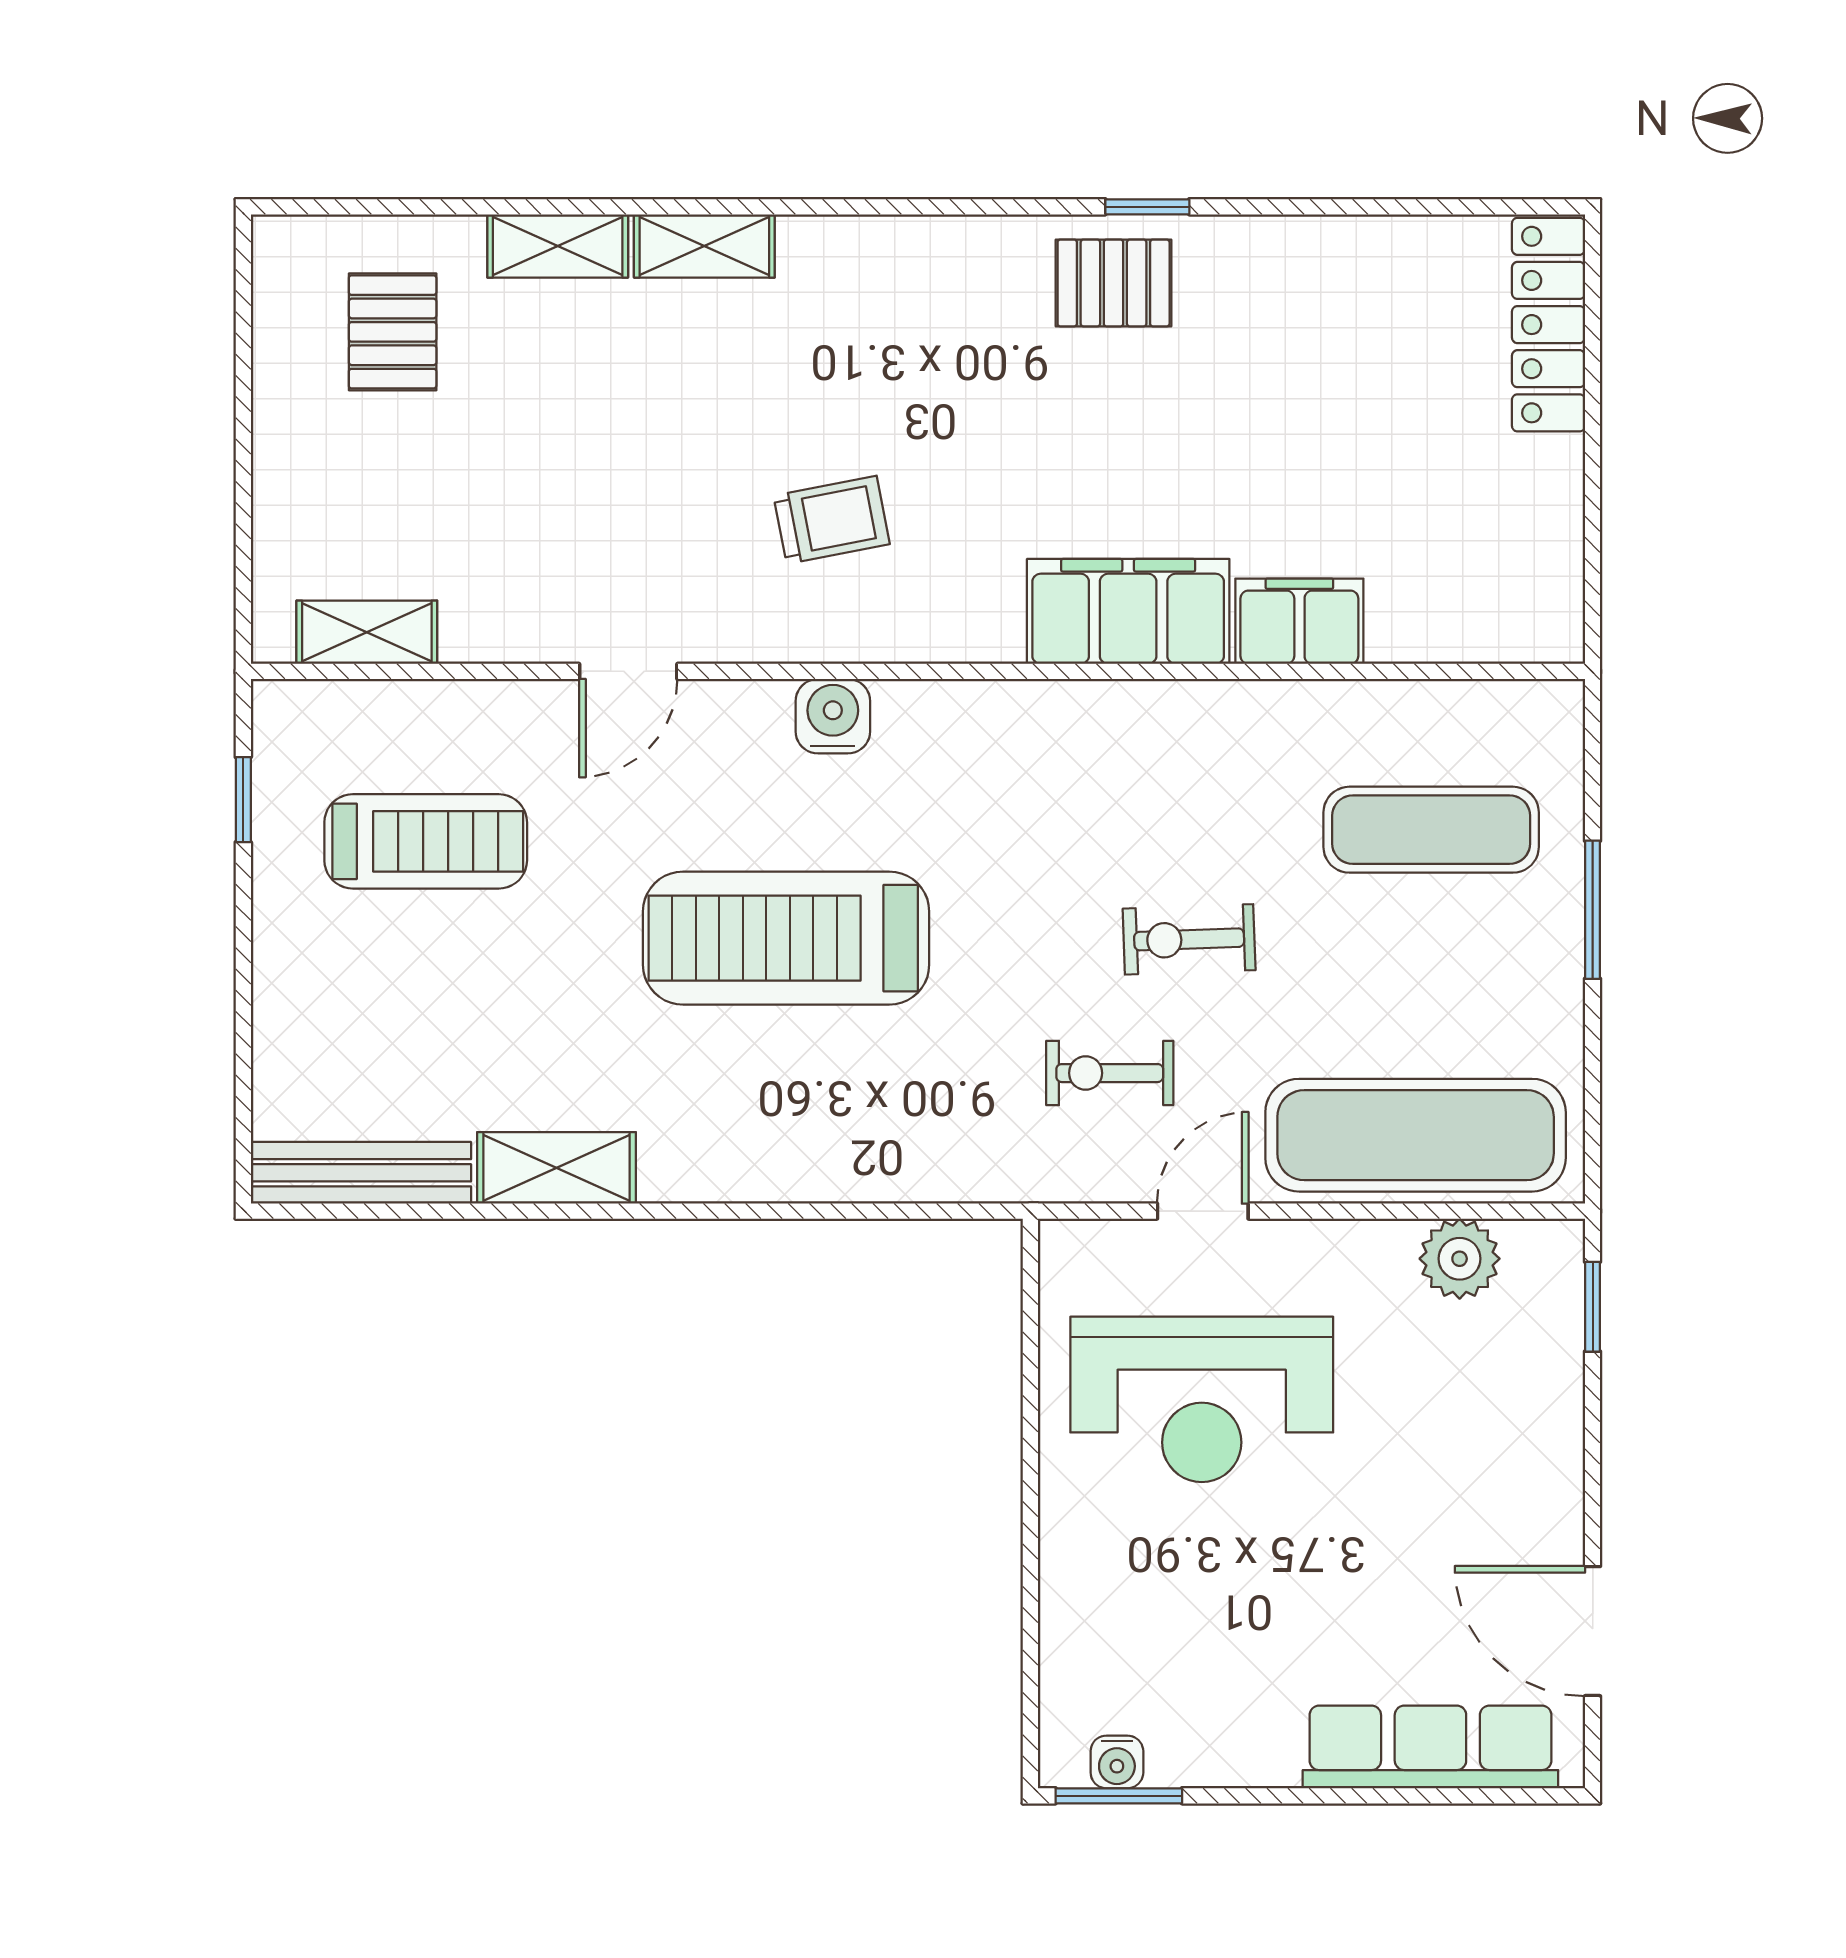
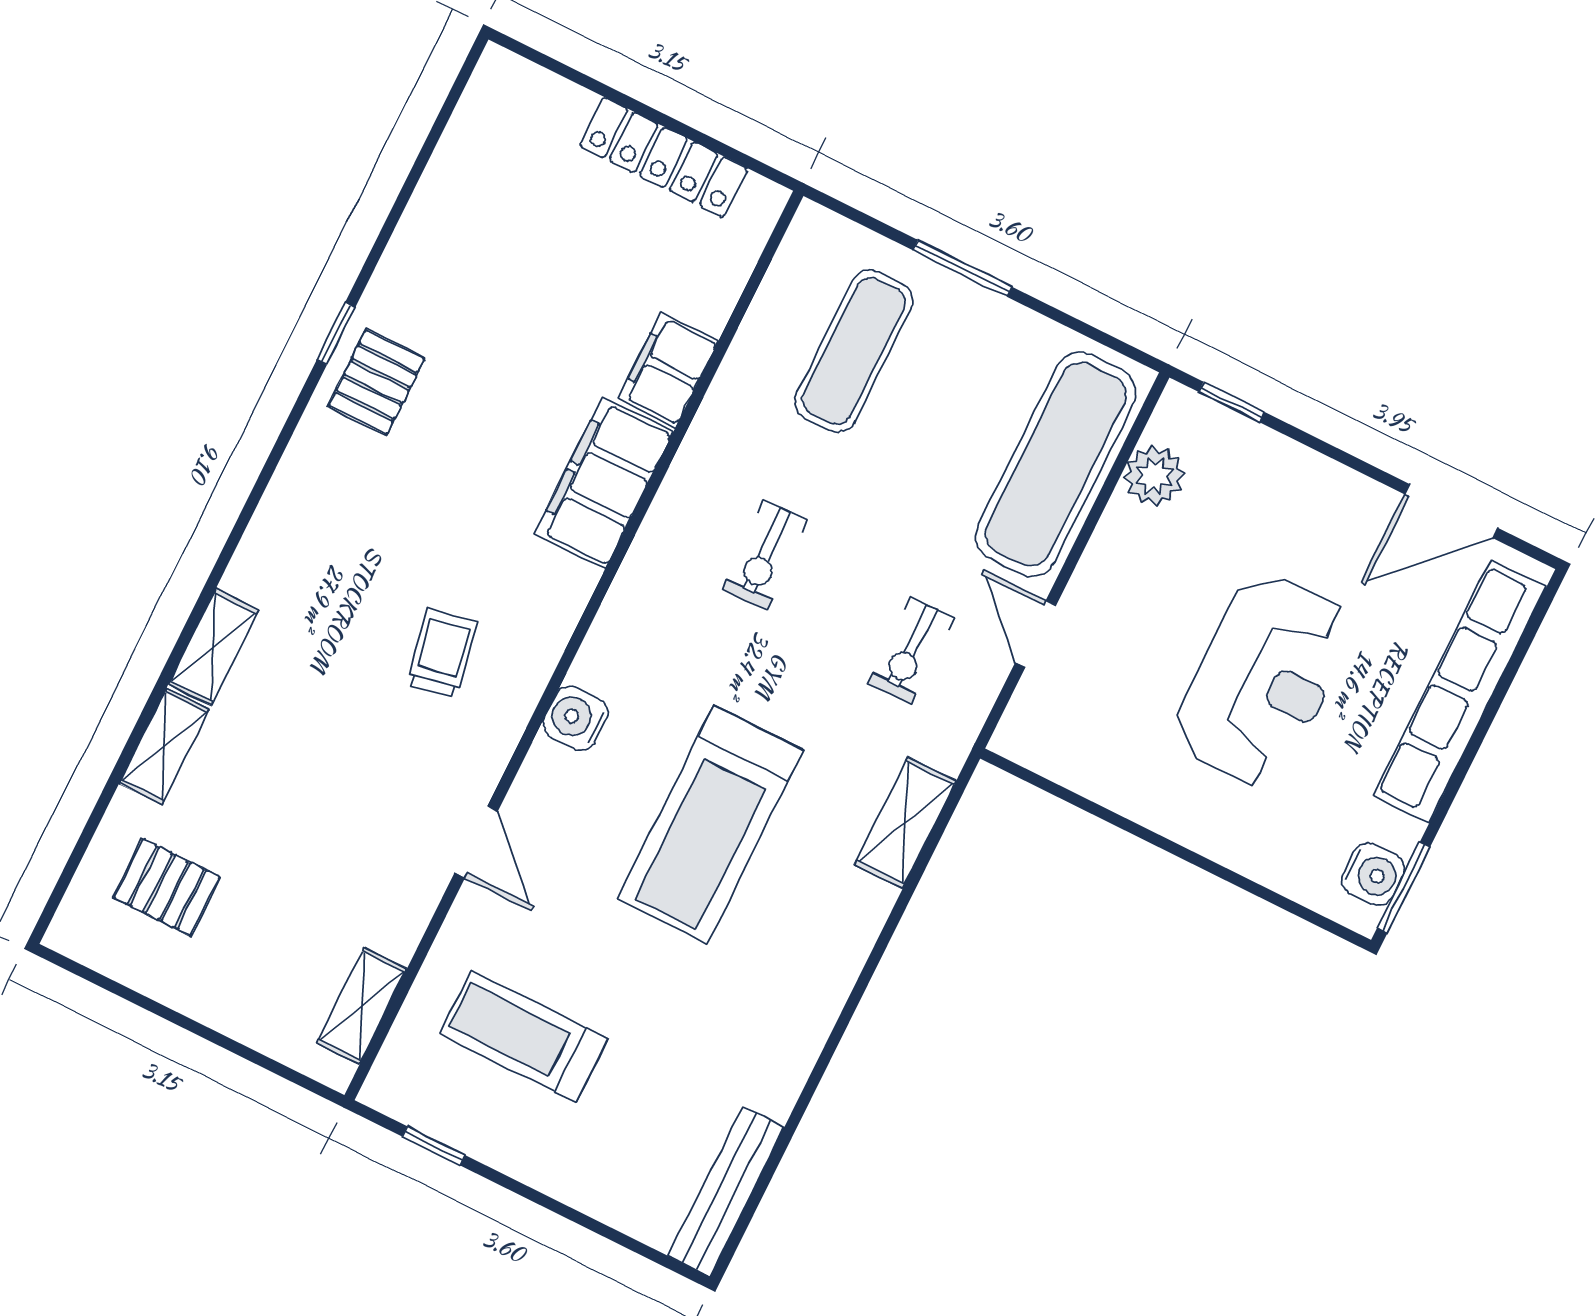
locker: (1548, 325) -> (664, 157), moved
treadmill: (426, 841) -> (523, 1036), turned -90
exercise bike: (1189, 939) -> (765, 555), moved
shelving: (556, 1168) -> (905, 823), moved
reception desk: (1202, 1399) -> (1263, 680), moved
row of seats: (1430, 1747) -> (1460, 692), width x1.36
water cooler: (1117, 1762) -> (1373, 874), width x1.38, depth x1.38

